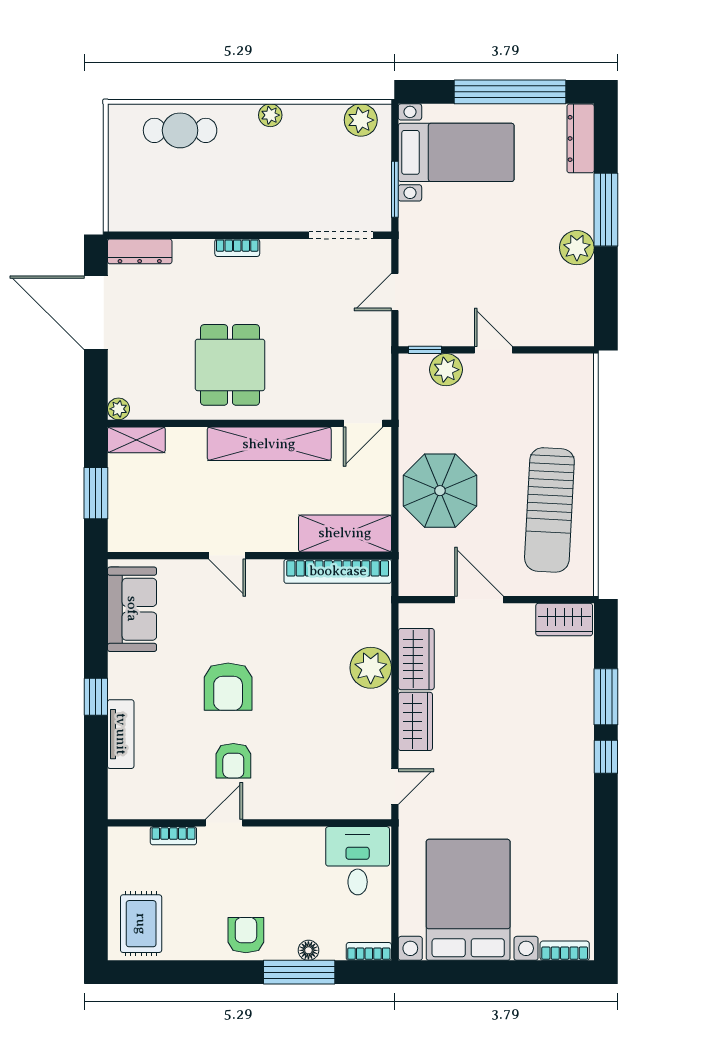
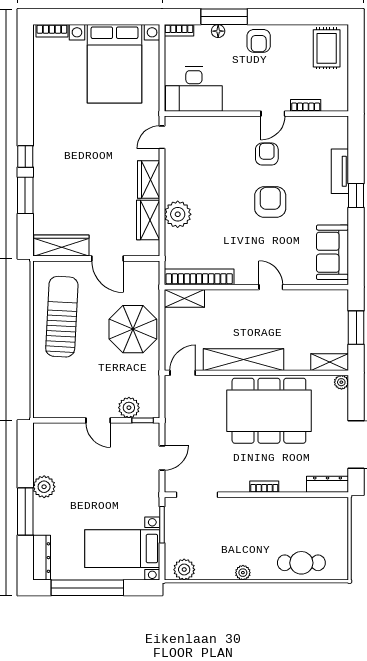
dining table: (230, 365) -> (269, 411), width x1.88, depth x1.24
shelving: (345, 533) -> (184, 298), width x0.67, depth x0.75
wardrobe: (564, 620) -> (61, 246), width x1.50
desk: (358, 861) -> (194, 89), width x1.37

